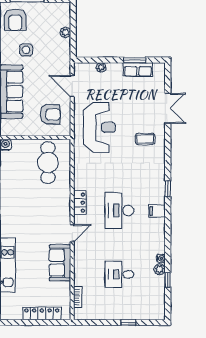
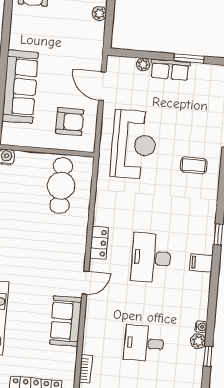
side table: (26, 50) -> (45, 33), removed
row of seats: (138, 70) -> (170, 70), moved

